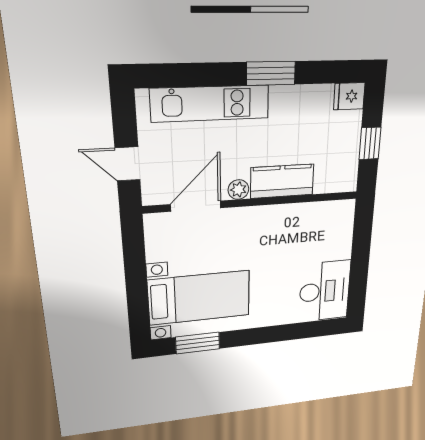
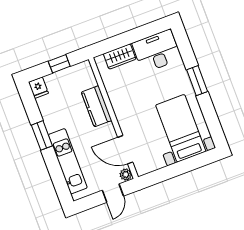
plant: (238, 190) -> (126, 174), moved
wardrobe: (340, 238) -> (120, 57), added
window: (198, 343) -> (197, 81), moved

